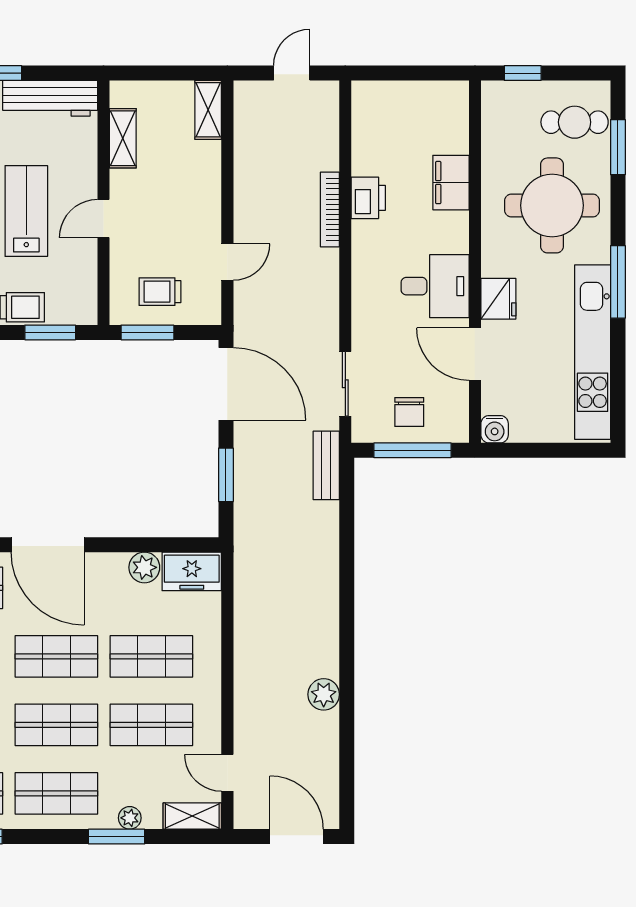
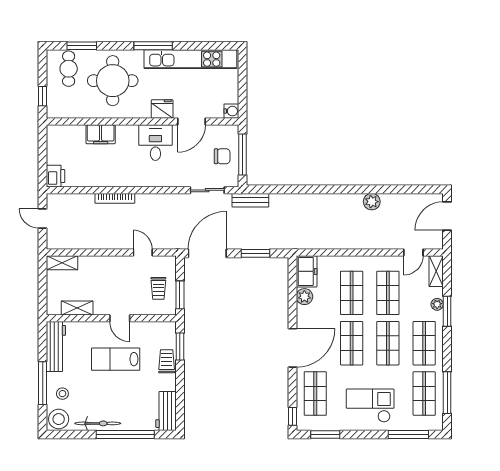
printer: (368, 198) -> (56, 176), moved, turned 90

